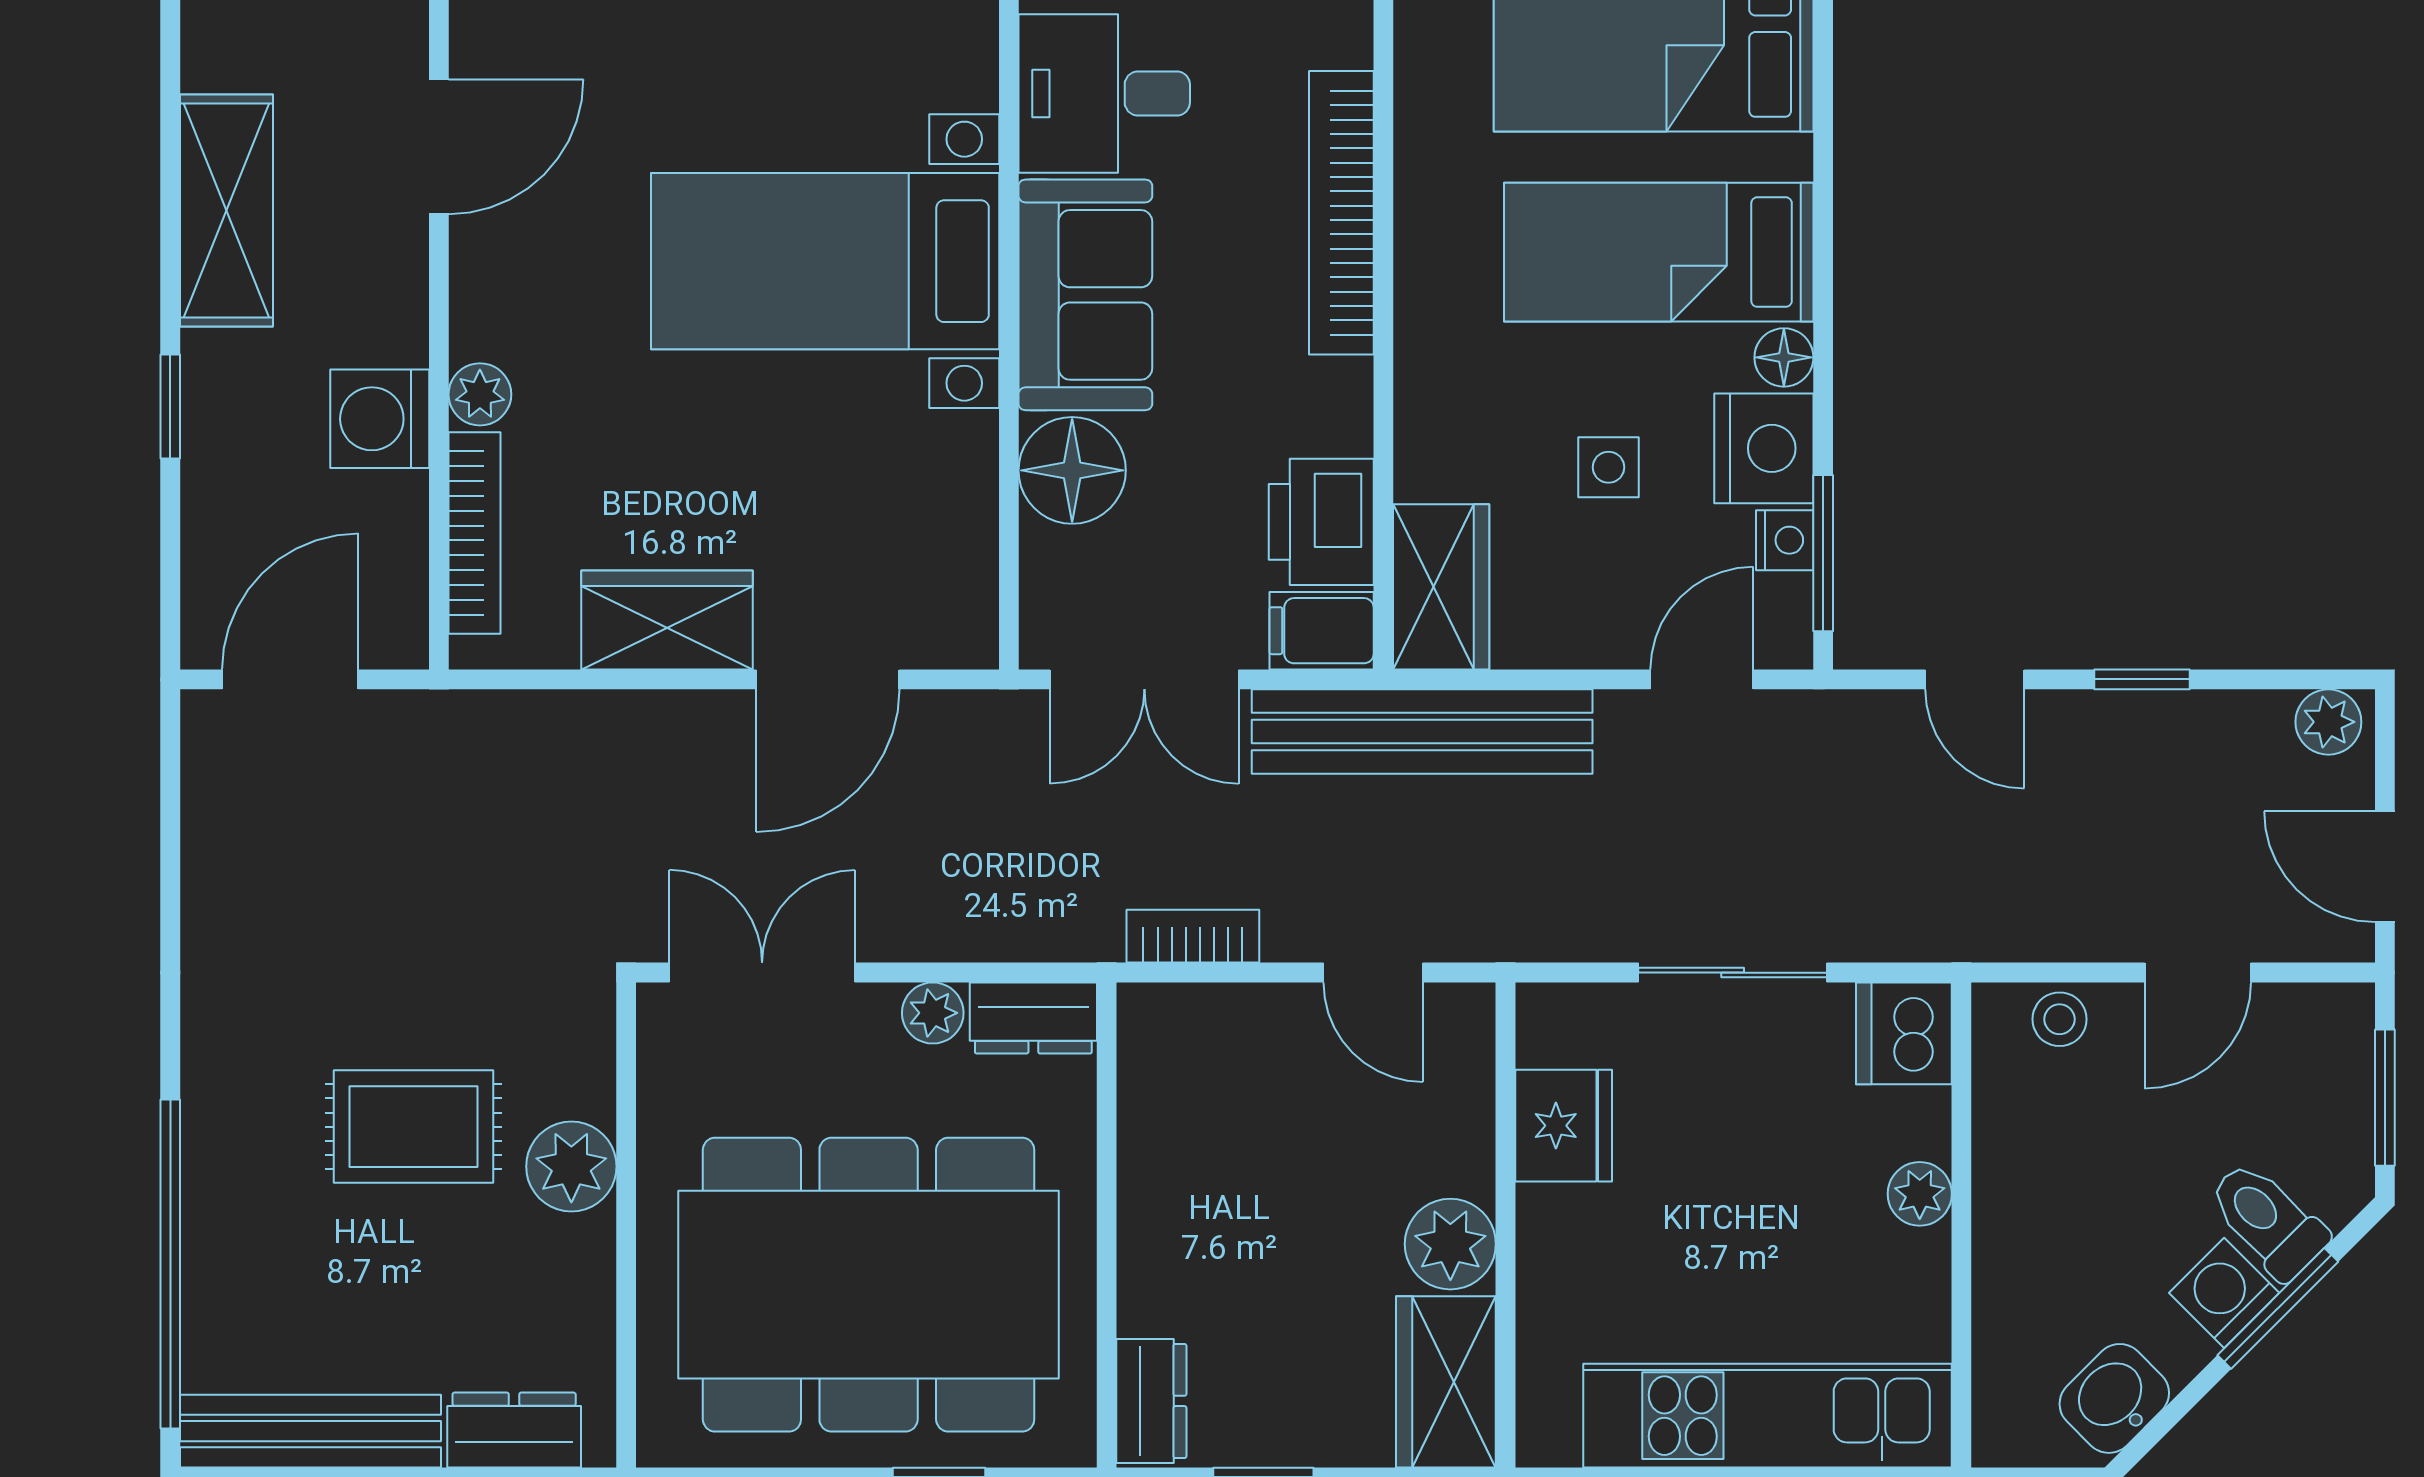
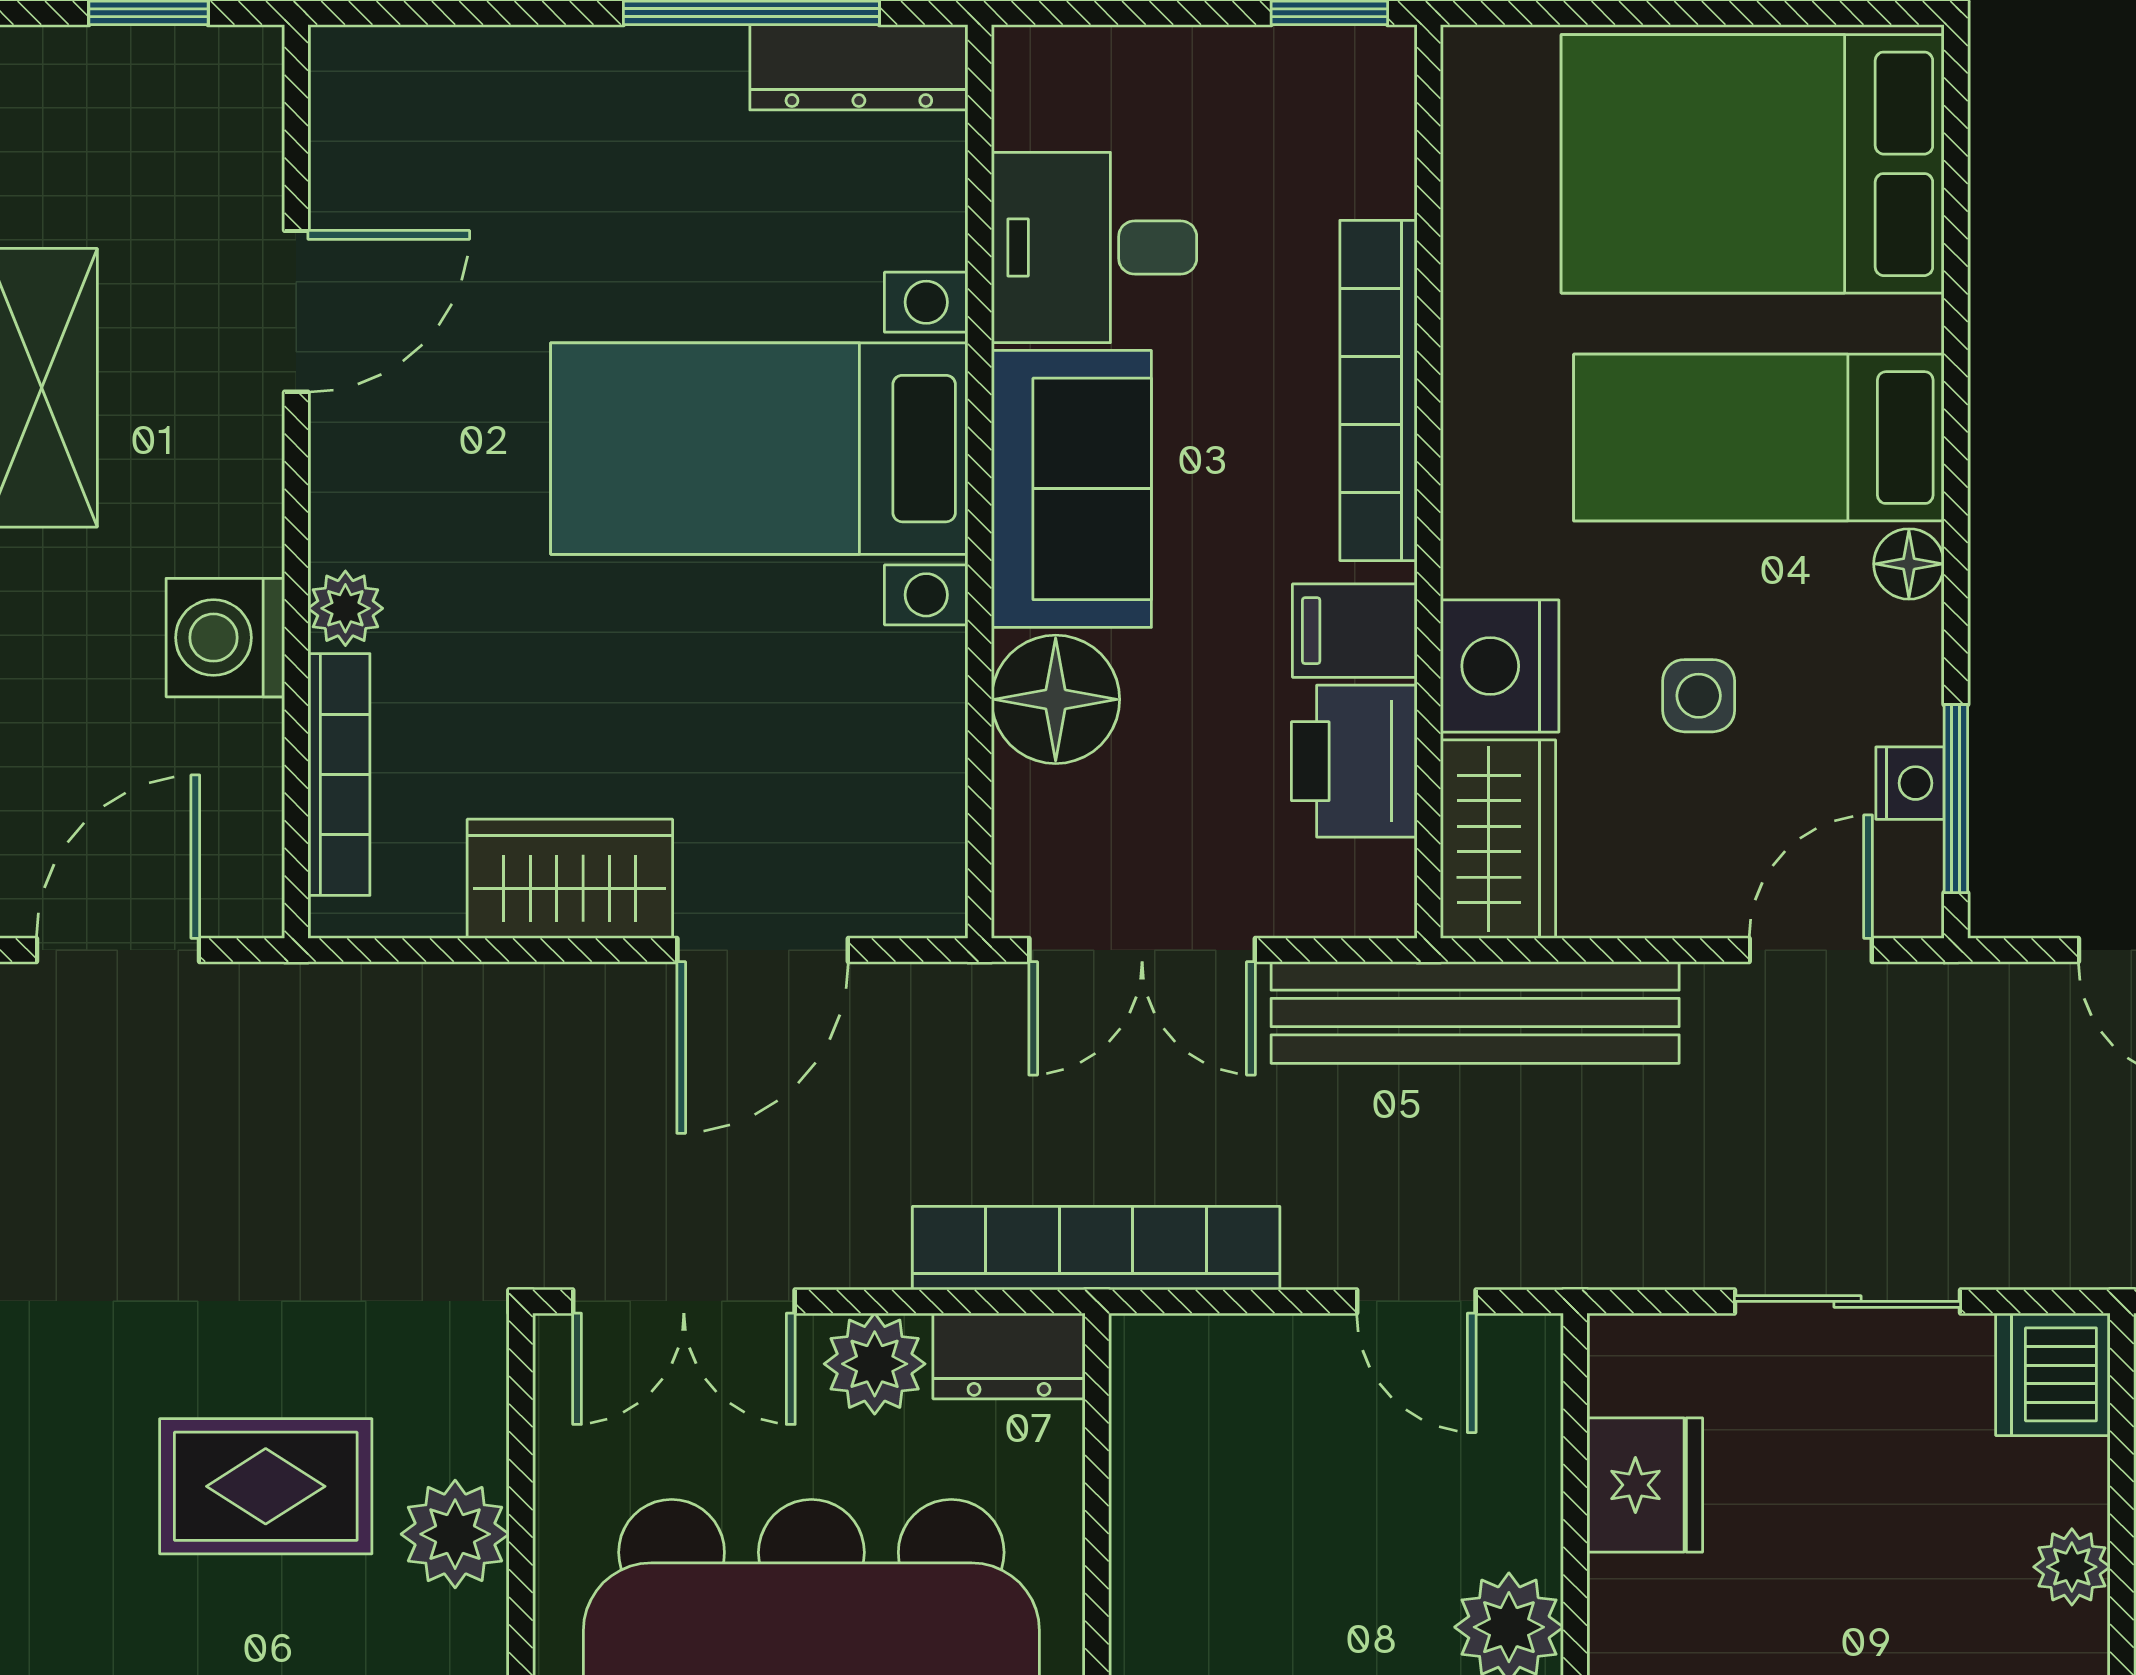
nightstand: (1764, 448) -> (1500, 666), moved, turned 180
filing cabinet: (1322, 631) -> (1355, 631), moved
bookcase: (1193, 936) -> (1096, 1248), width x2.31, depth x1.31
double door: (762, 973) -> (684, 1301), swing flipped
plant: (933, 1013) -> (875, 1364), width x1.38, depth x1.38

